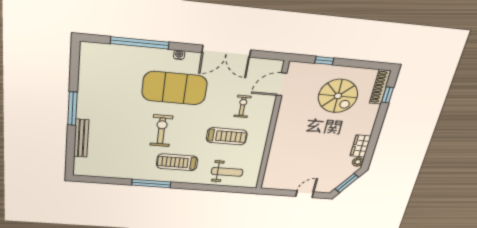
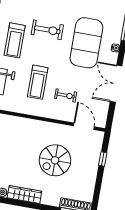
spiral stairs: (338, 96) -> (55, 160), moved
wardrobe: (361, 146) -> (24, 195), width x1.50
treadmill: (177, 162) -> (15, 40), turned 180

